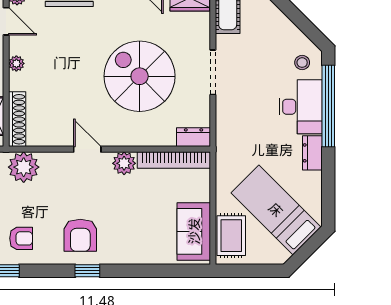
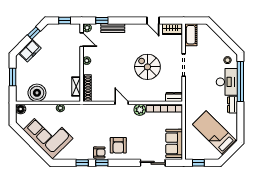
spiral stairs: (140, 76) -> (147, 67), width x0.73, depth x0.73
plant: (24, 167) -> (90, 112), removed
rug: (231, 236) -> (193, 145), removed
armchair: (21, 238) -> (99, 152), moved
window: (87, 271) -> (102, 163), moved
sliding door: (150, 271) -> (153, 163), added
window: (243, 271) -> (198, 163), added

